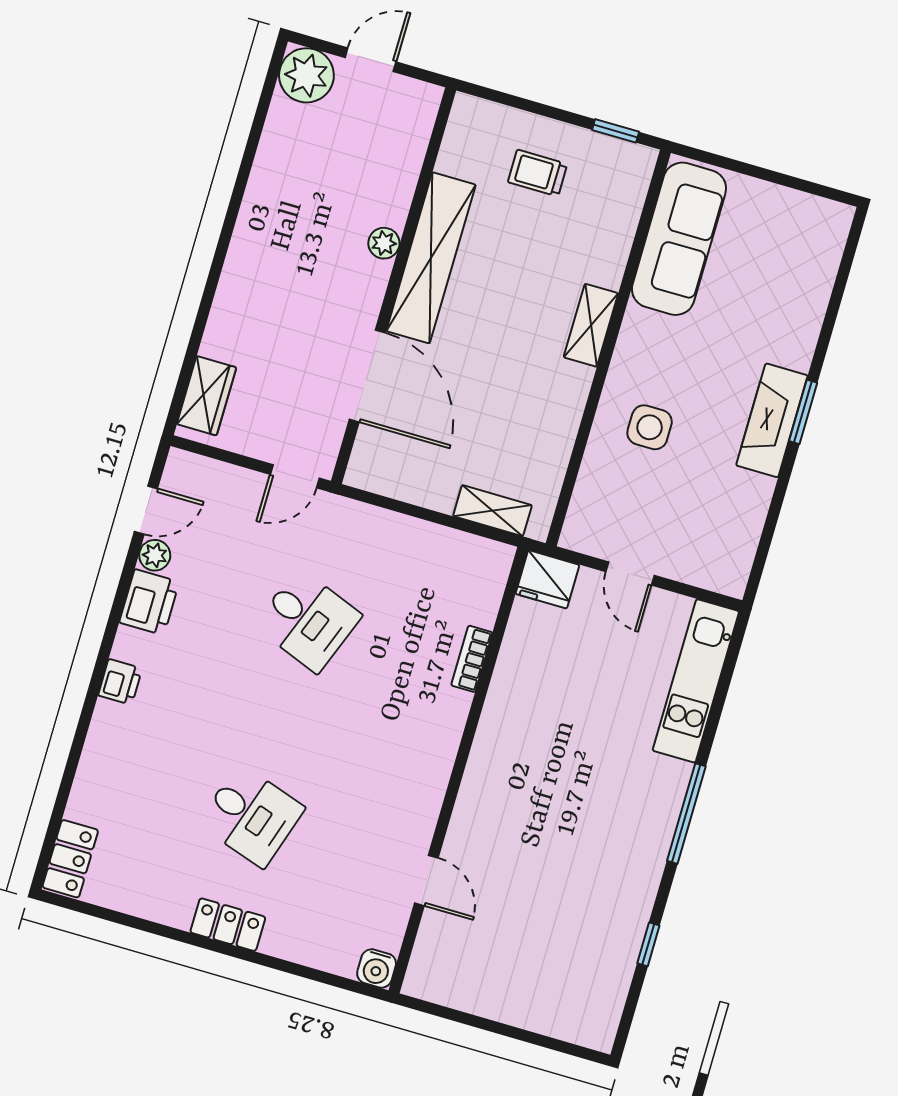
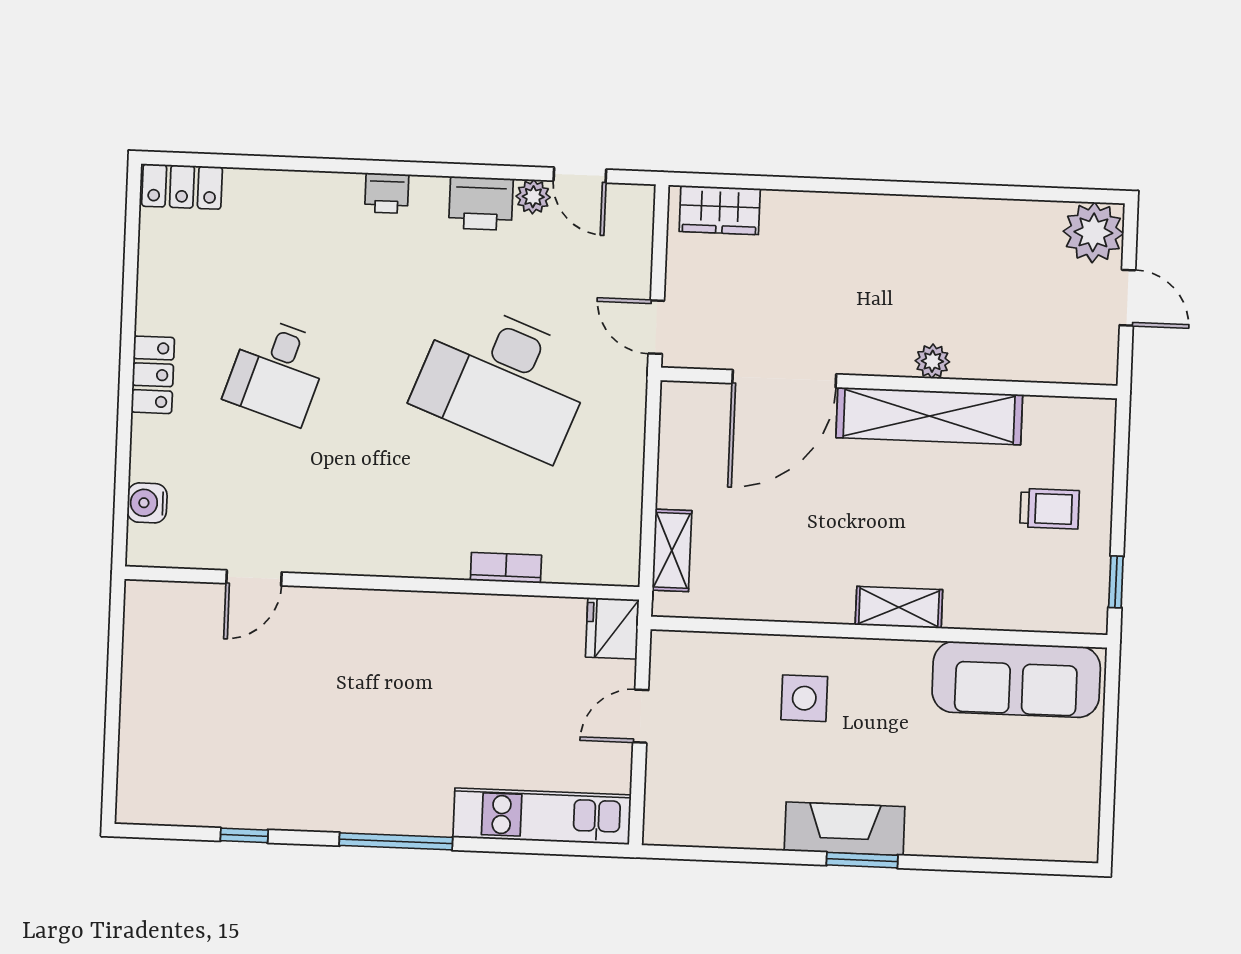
trolley: (538, 173) -> (1049, 509), turned 90
desk: (308, 620) -> (504, 380), width x1.87, depth x1.30
water cooler: (377, 968) -> (147, 503), moved

